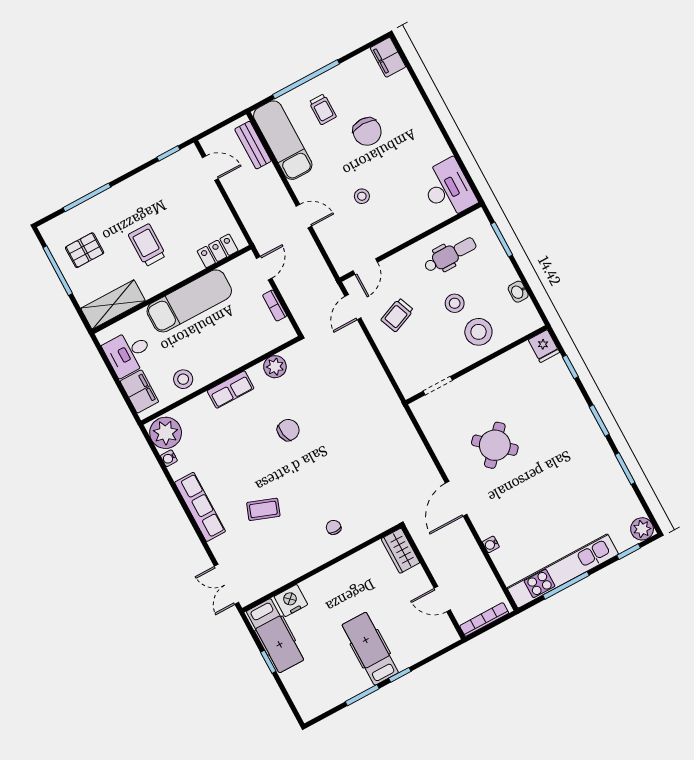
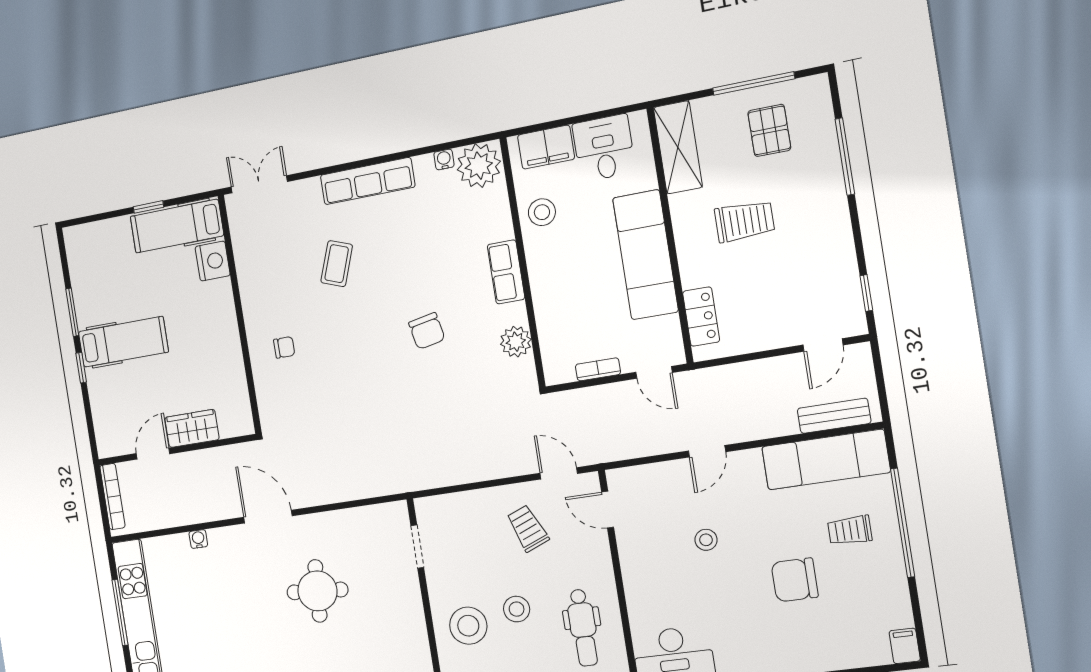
filing cabinet: (388, 57) -> (905, 646), width x0.50
round table: (495, 445) -> (317, 591), turned -38
wardrobe: (400, 551) -> (192, 428), moved

